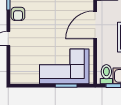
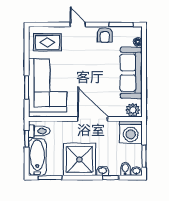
armchair: (18, 14) -> (105, 35), turned -90
rug: (25, 66) -> (48, 42), added

